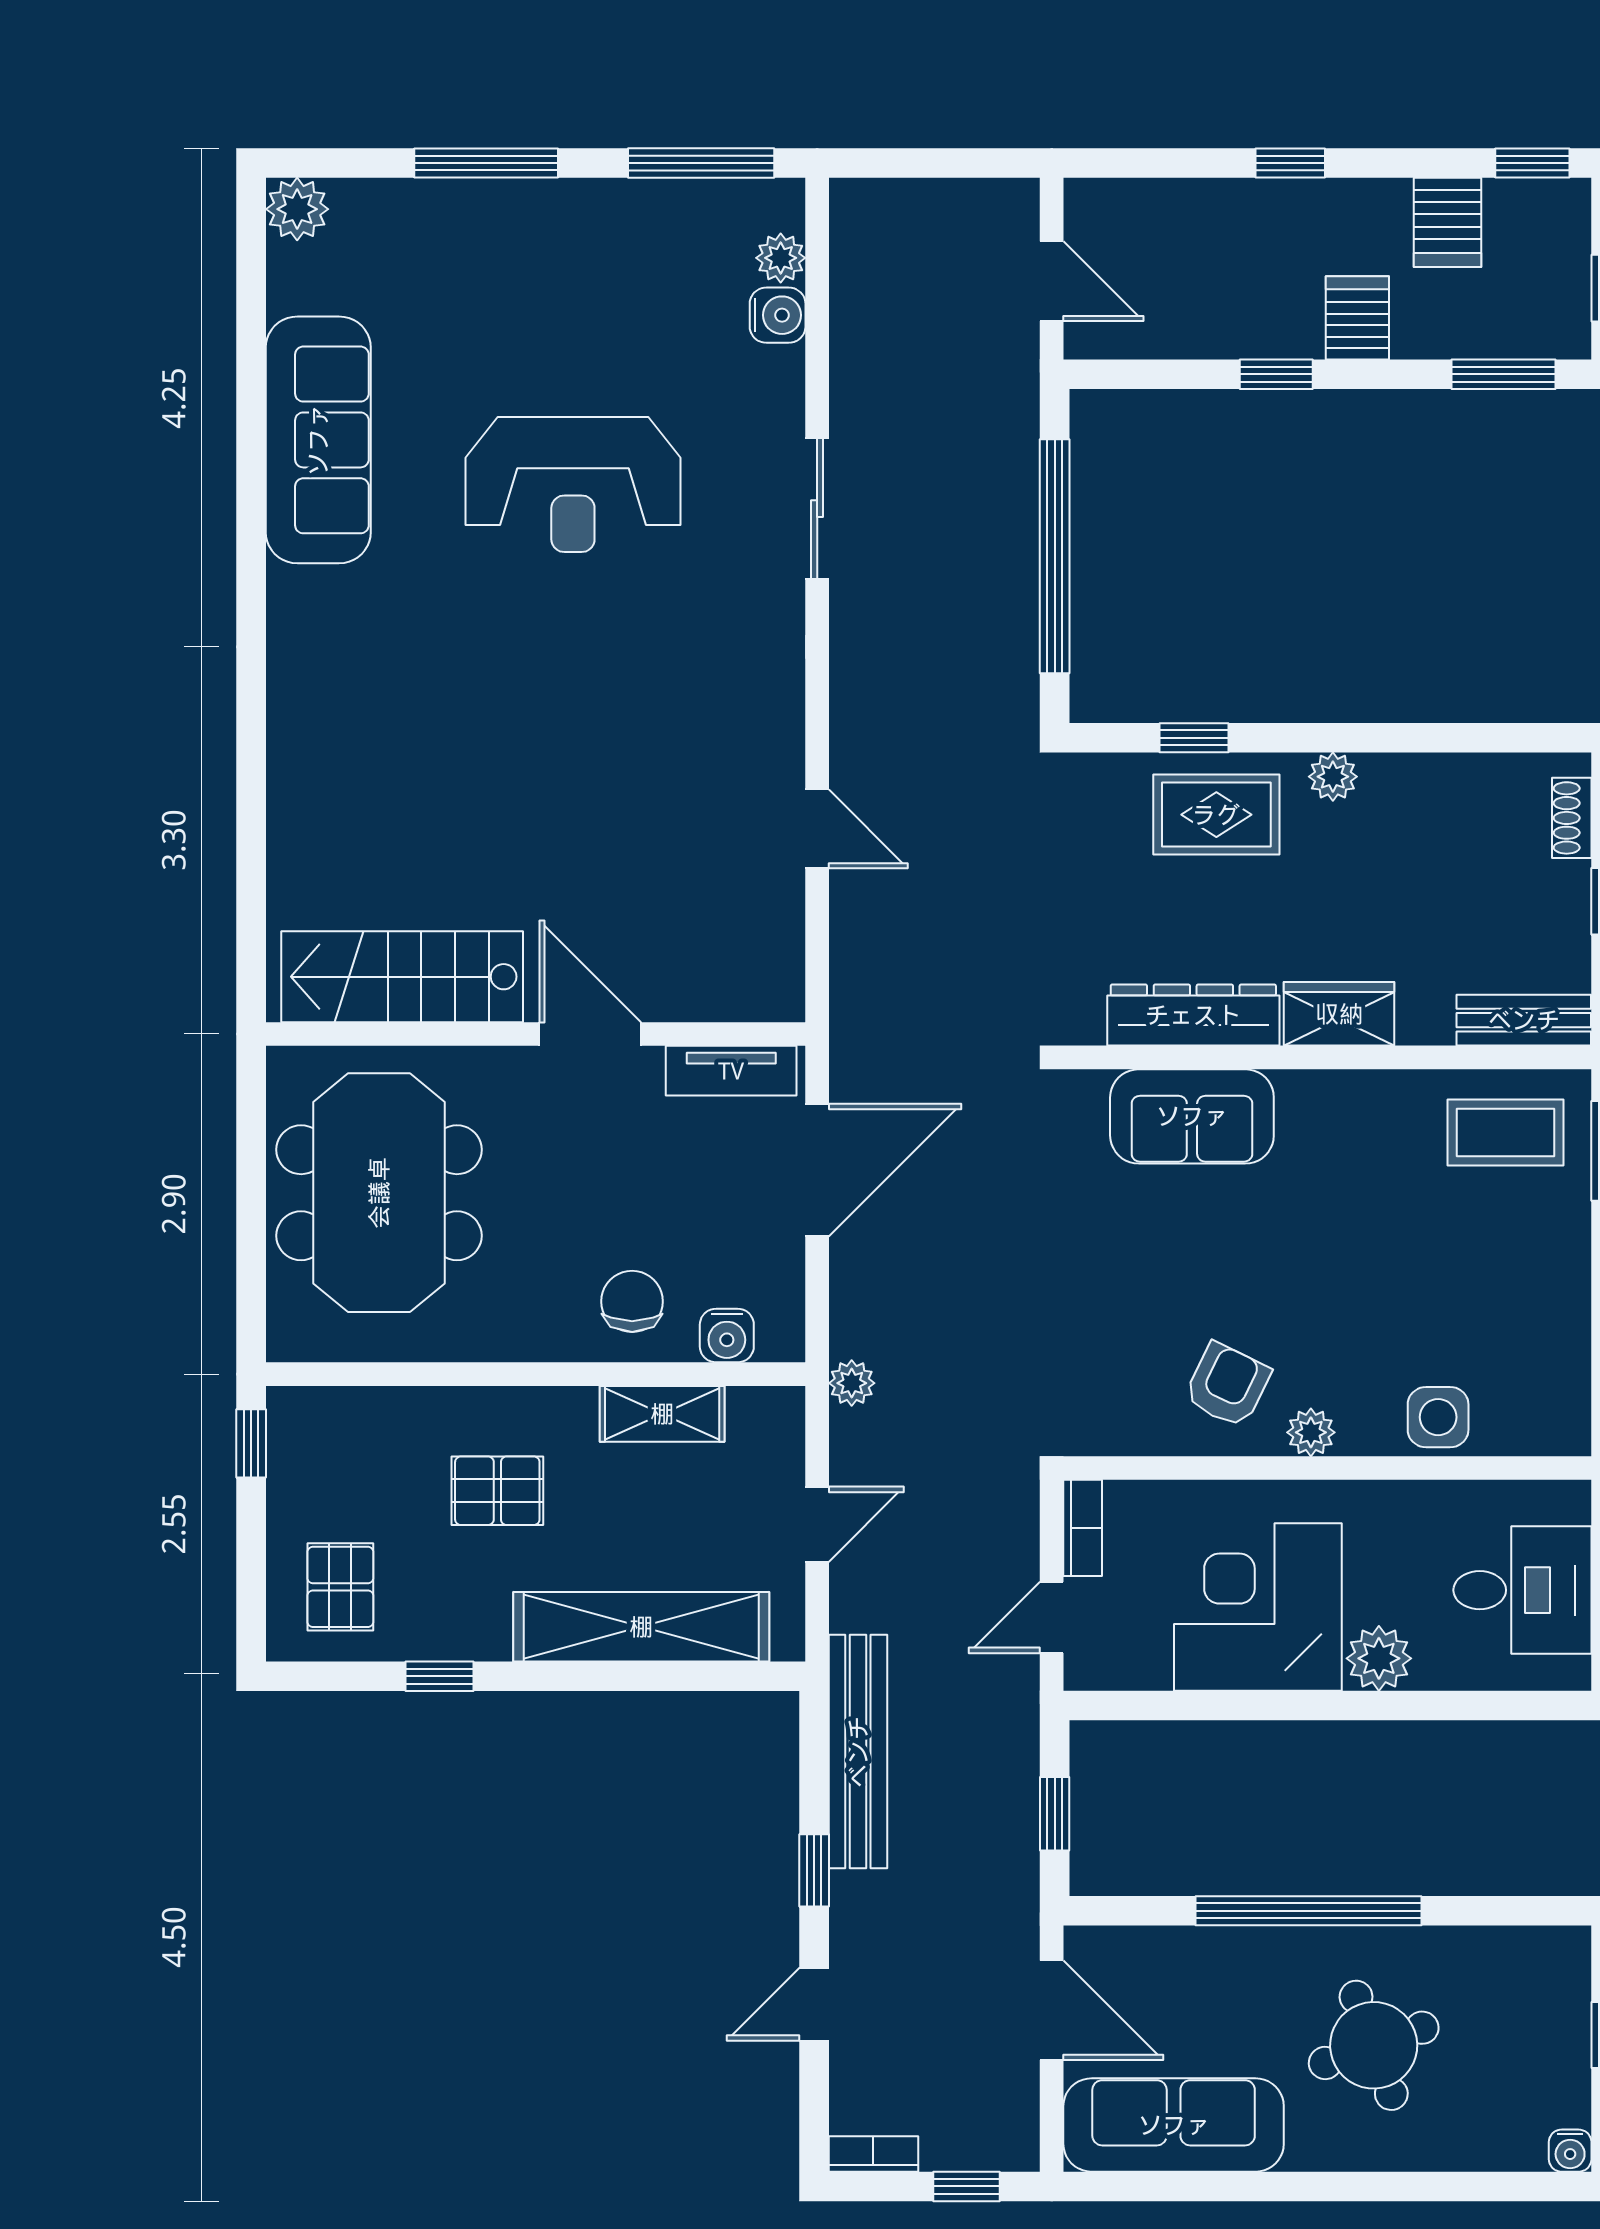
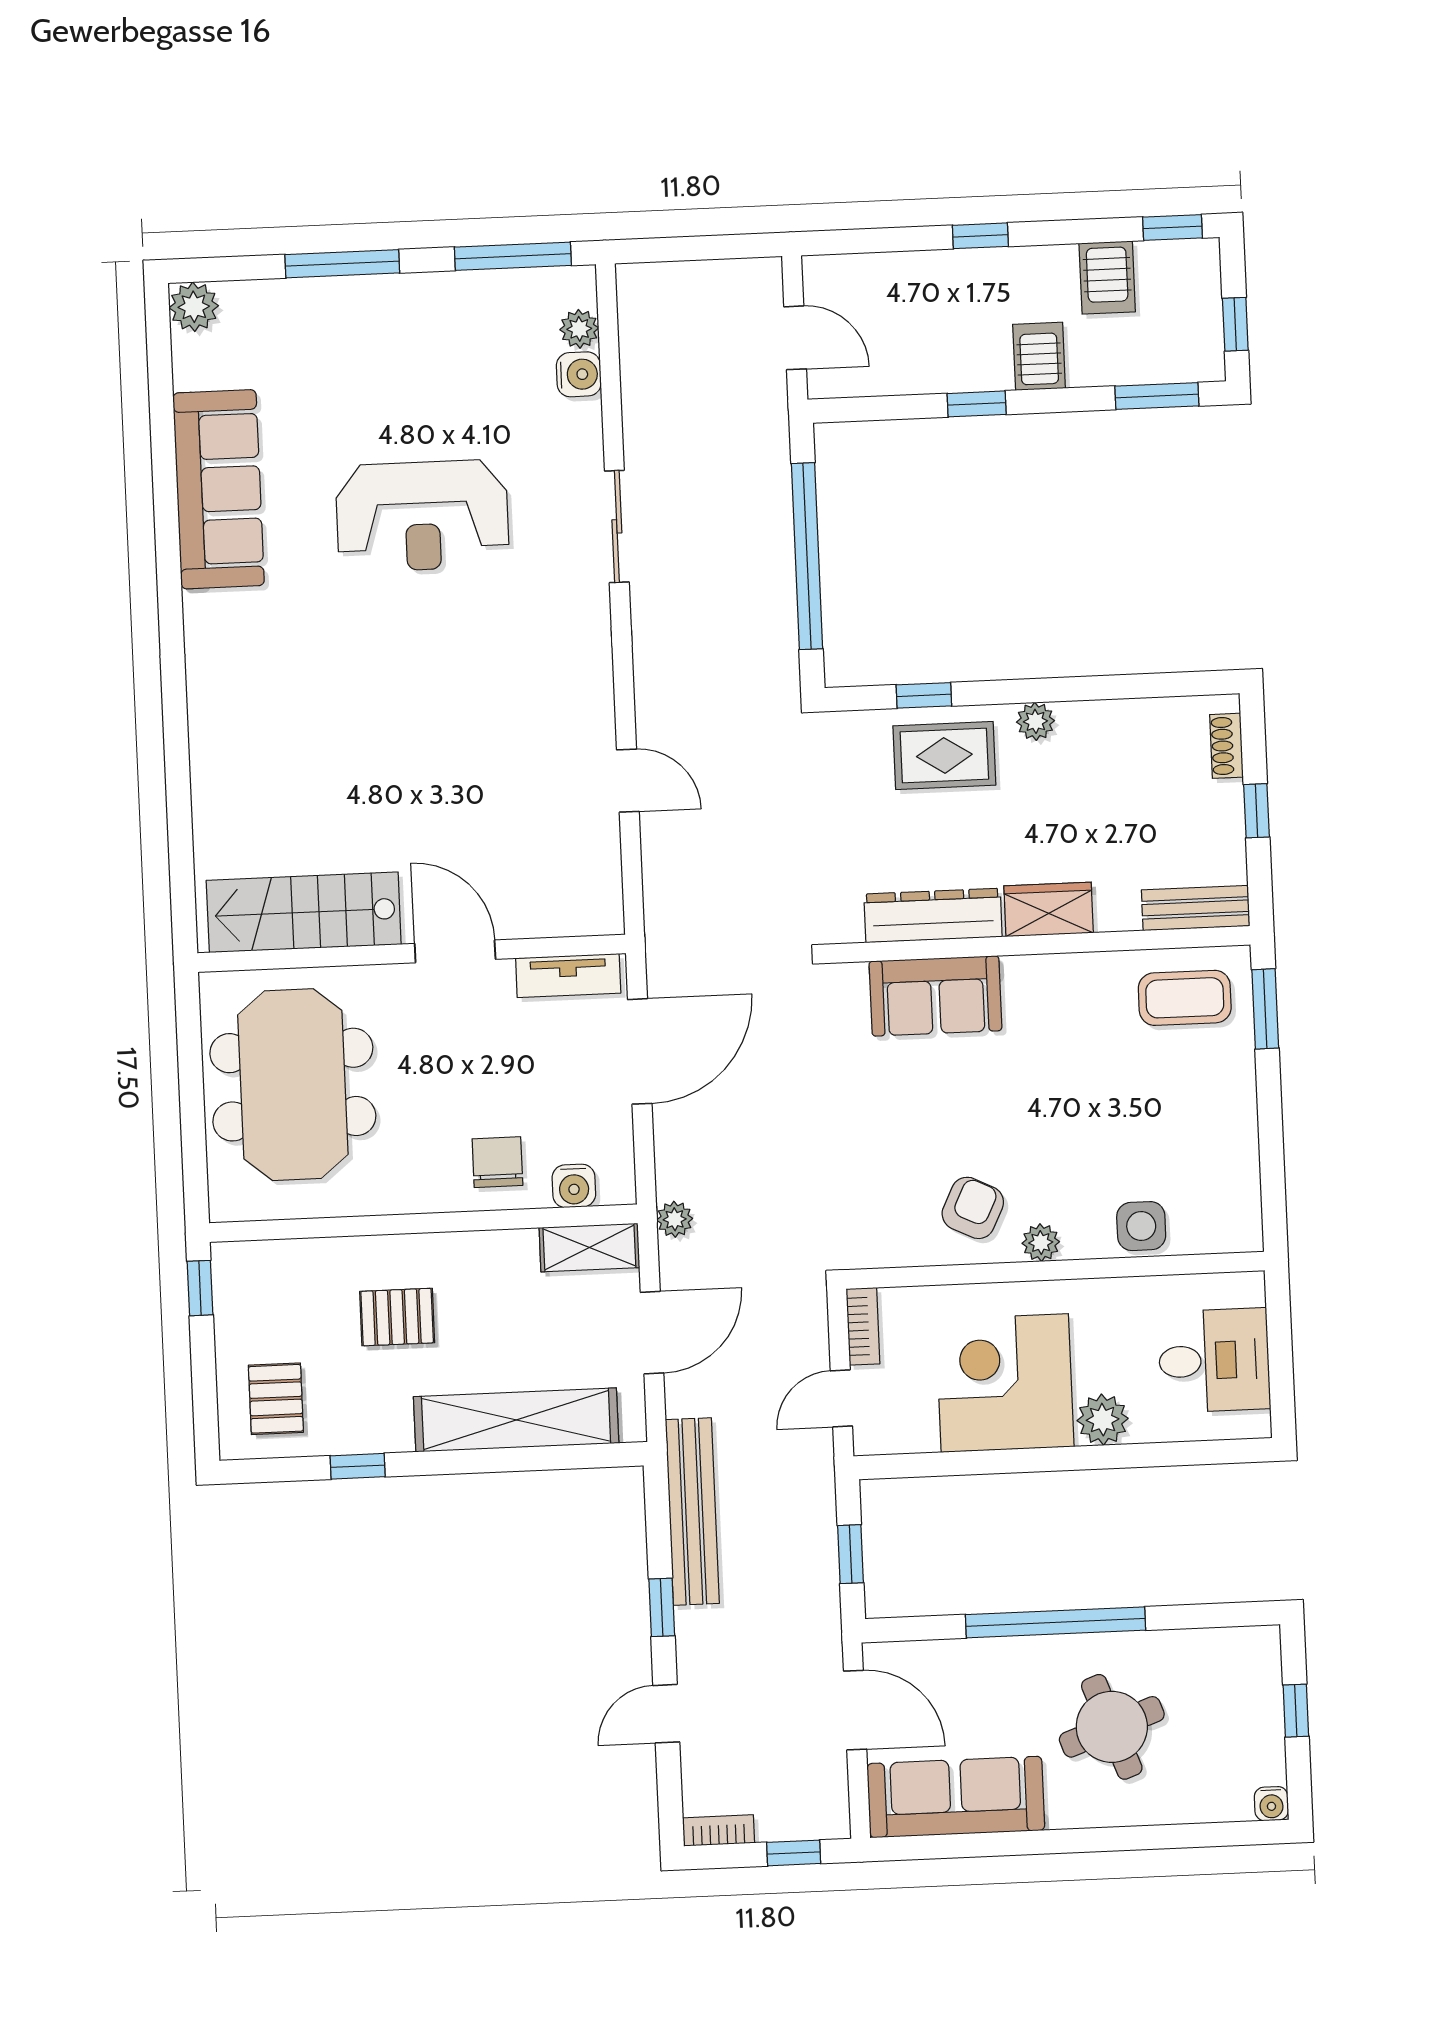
shelving: (662, 1414) -> (589, 1248), moved
door: (817, 1524) -> (652, 1333), width x1.38

